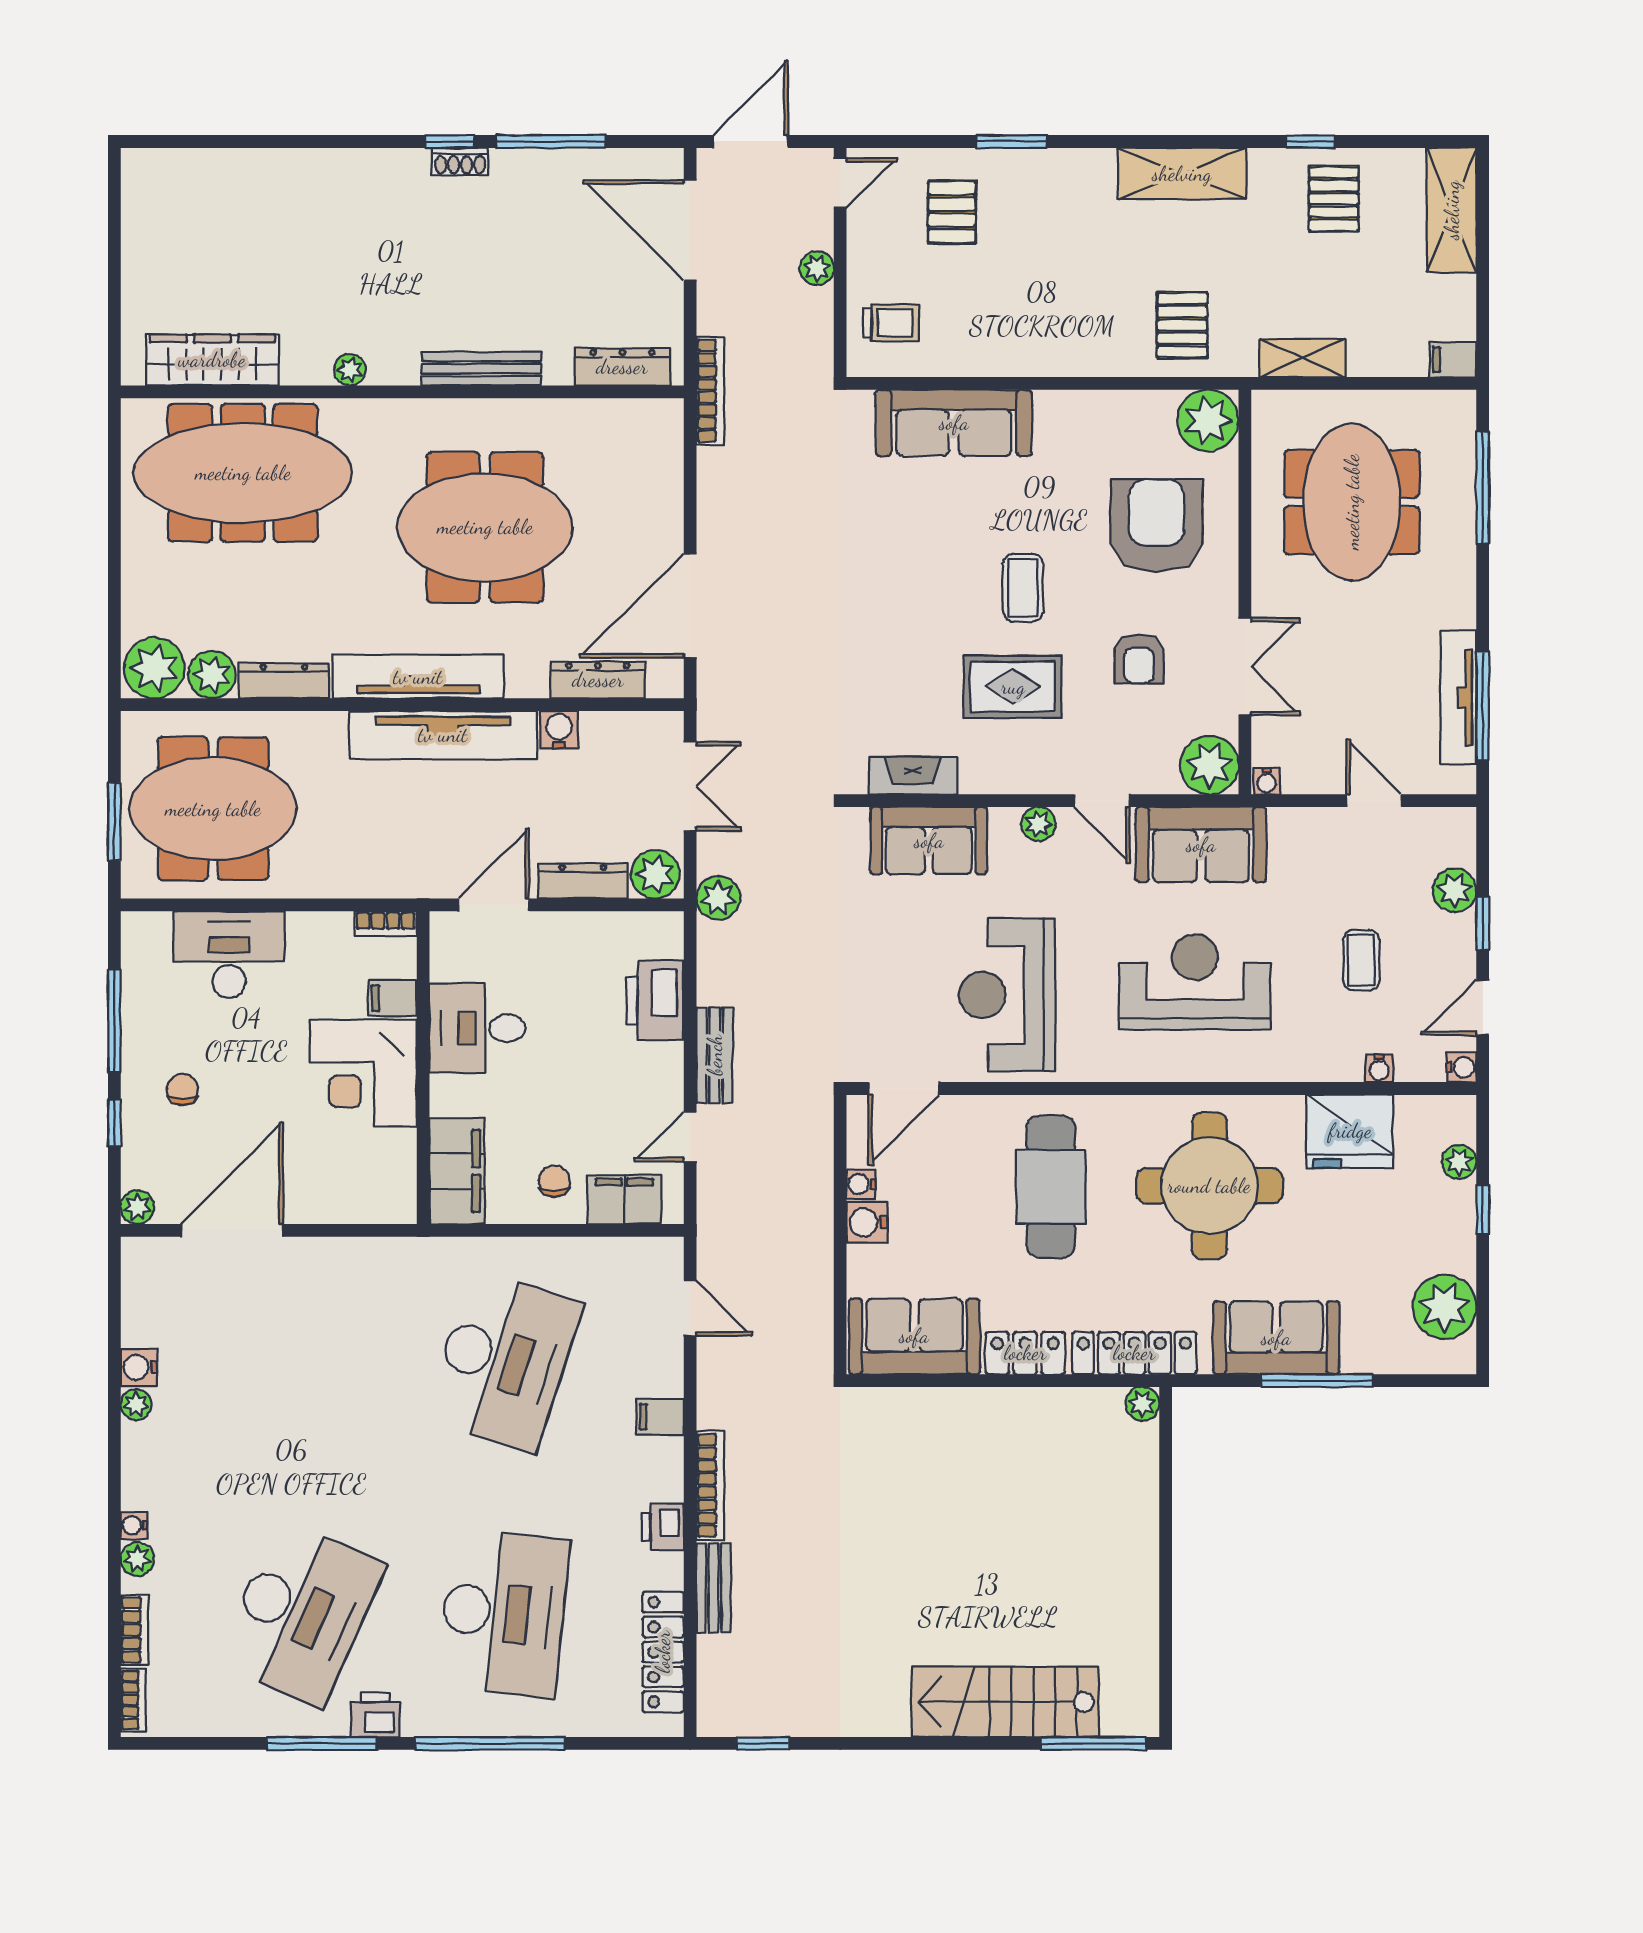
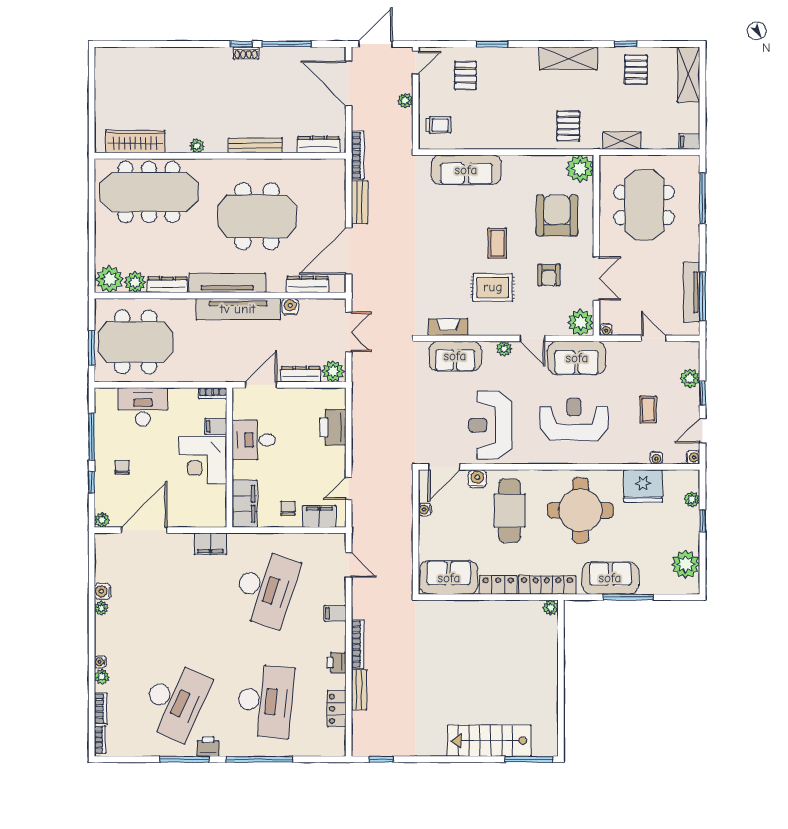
plant: (718, 898) -> (361, 382), removed
bench: (715, 1055) -> (360, 202), moved
water cooler: (867, 1222) -> (477, 479), moved, turned 90
filing cabinet: (380, 1261) -> (210, 544), added
locker: (663, 1652) -> (337, 709), width x0.66

